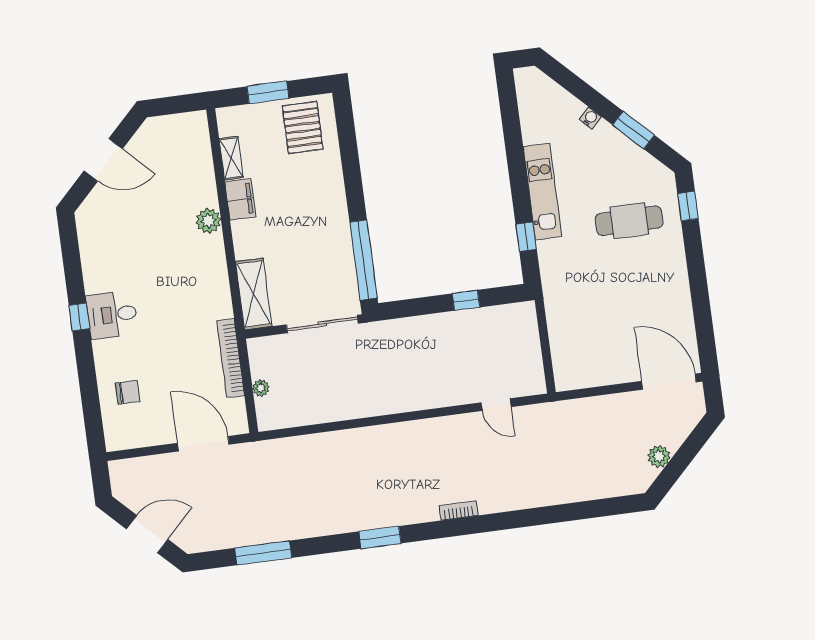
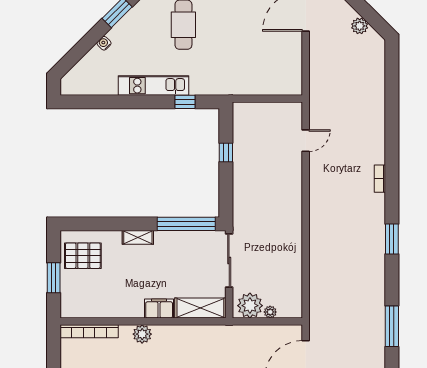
shelving: (231, 158) -> (138, 237), moved
filing cabinet: (240, 199) -> (159, 309), moved
bookcase: (231, 358) -> (89, 331), moved
plant: (266, 360) -> (250, 306), added

